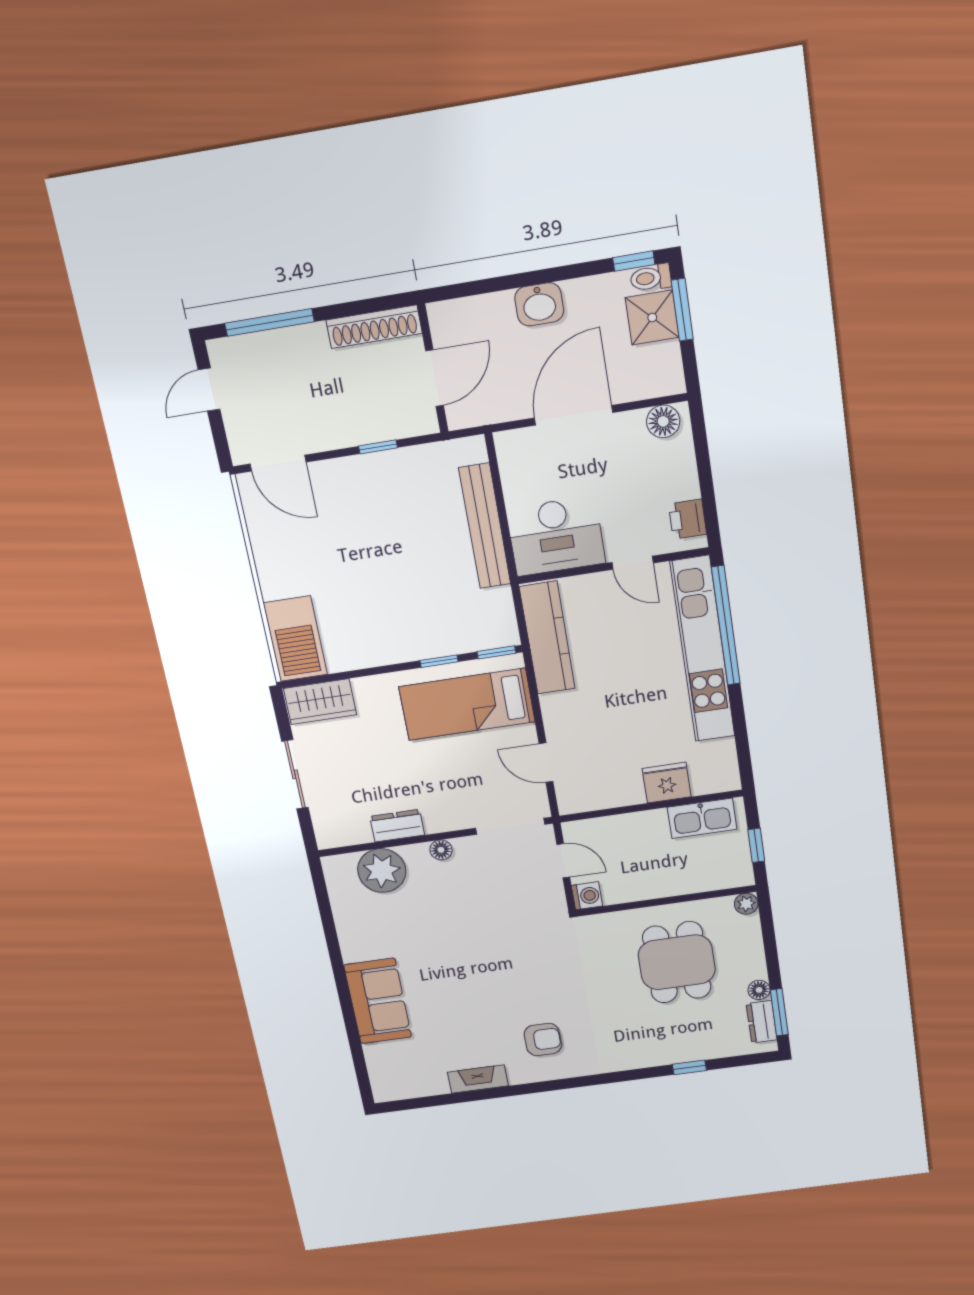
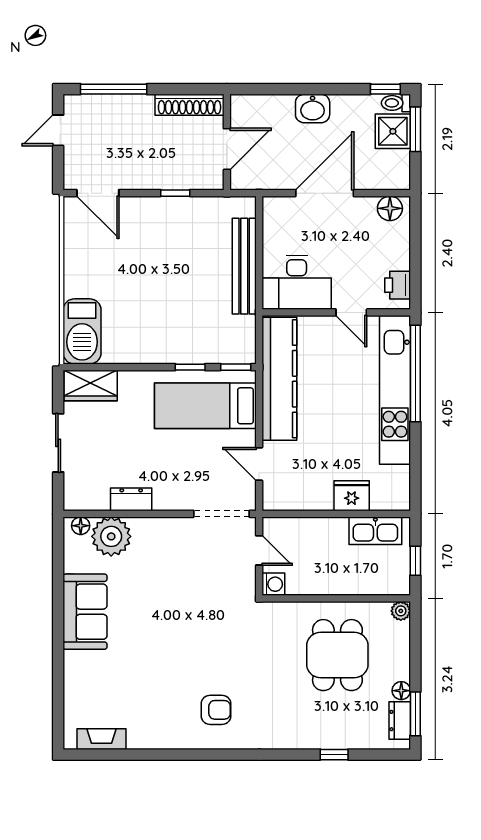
kitchen counter: (547, 638) -> (279, 379), width x1.39, depth x1.17
floor lamp: (441, 850) -> (81, 526), moved
sofa: (378, 1001) -> (85, 612), moved
fireplace: (478, 1079) -> (101, 739), moved

